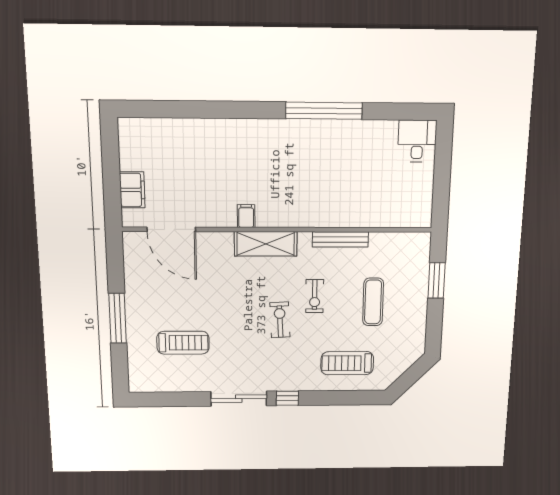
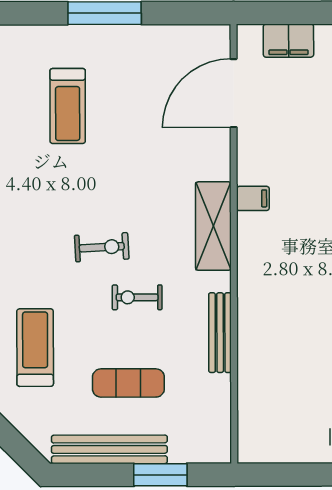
bench: (418, 315) -> (109, 449), added

